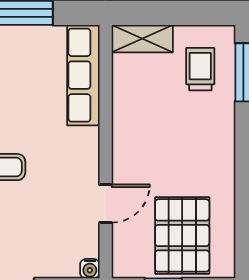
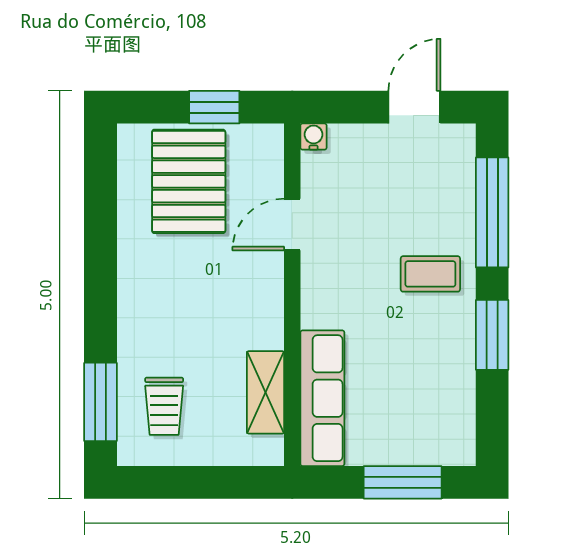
shelving: (142, 39) -> (265, 392), moved, turned 90

